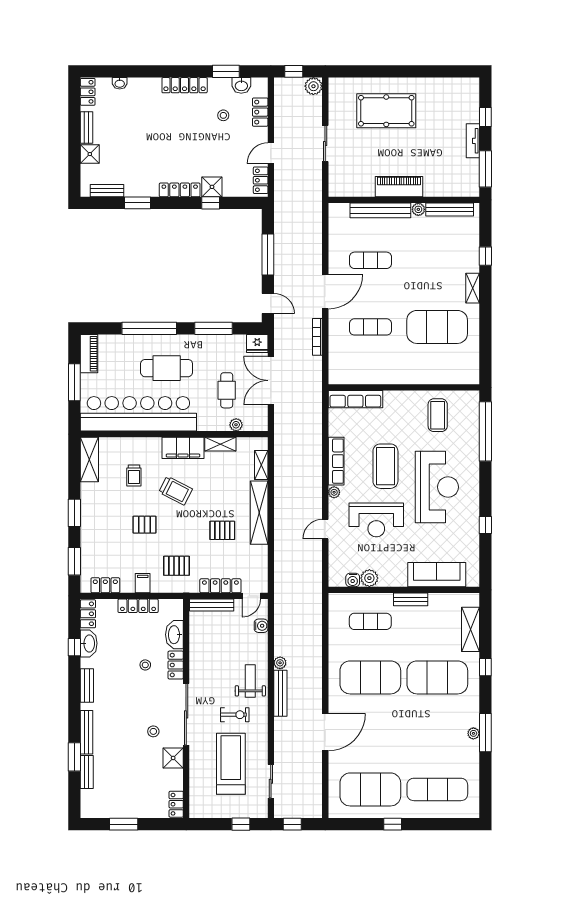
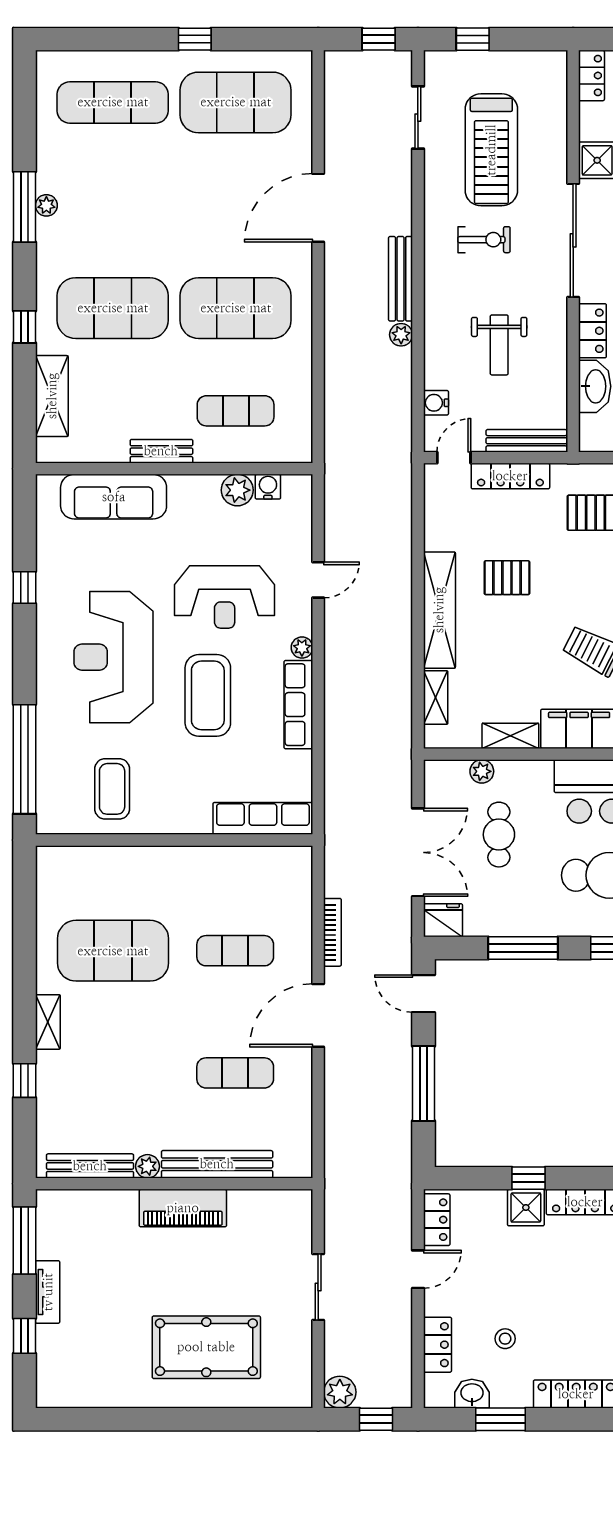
reception desk: (376, 520) -> (225, 597), turned 180
weight bench: (250, 681) -> (499, 345), moved
exercise bike: (235, 715) -> (484, 240), turned 180

